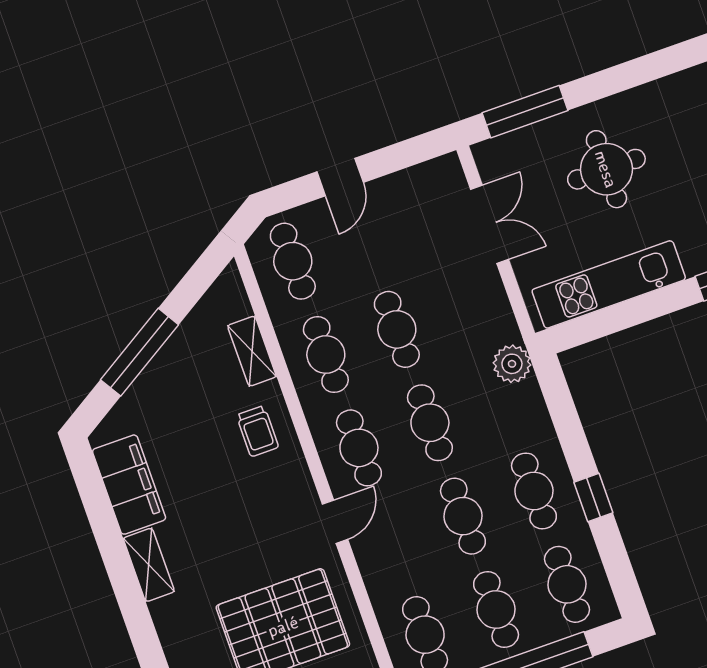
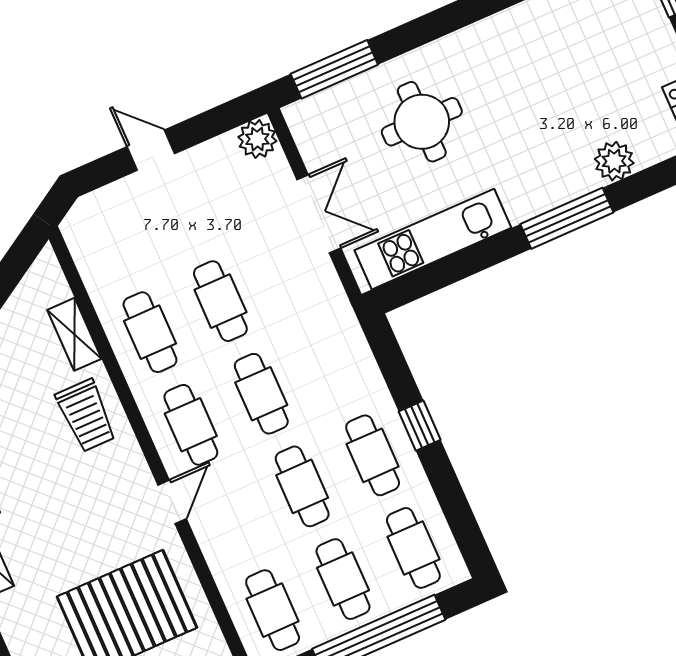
door: (340, 177) -> (151, 150), swing flipped
double door: (490, 224) -> (319, 214), moved
cafe table: (293, 261) -> (109, 240), removed
plant: (512, 364) -> (257, 139), moved
trolley: (257, 431) -> (86, 416), width x1.36, depth x1.39
window: (593, 497) -> (420, 426), moved

